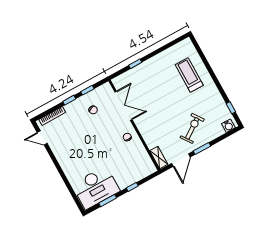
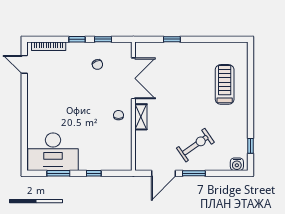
shelving: (159, 157) -> (141, 117), moved

